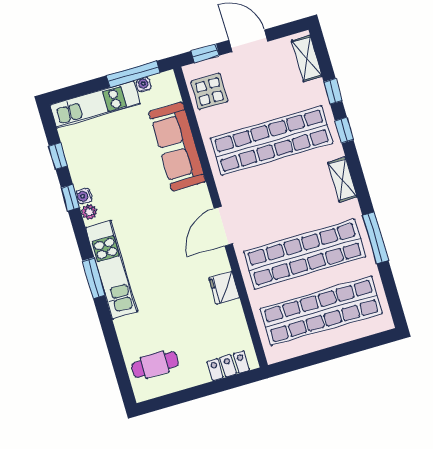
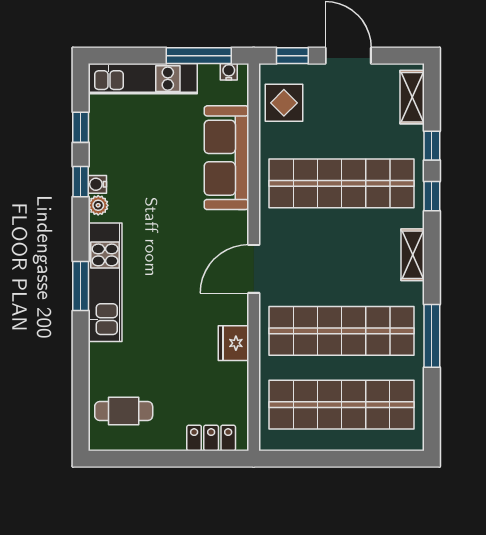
water cooler: (144, 85) -> (229, 72), moved

